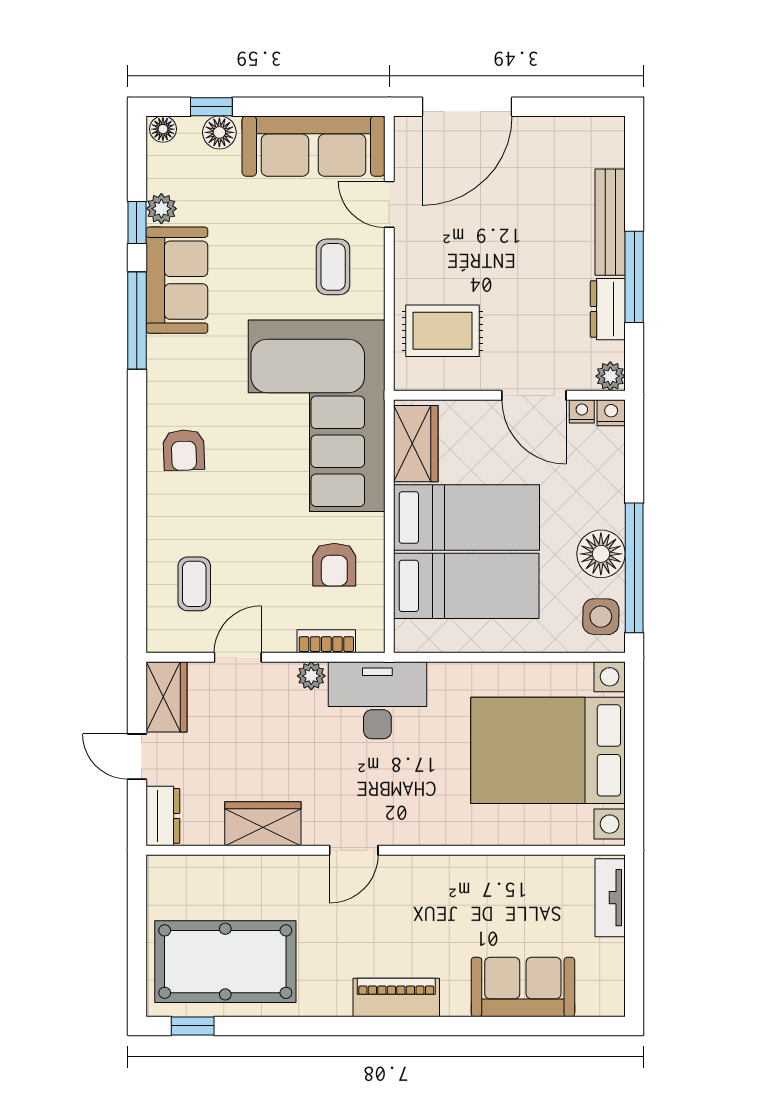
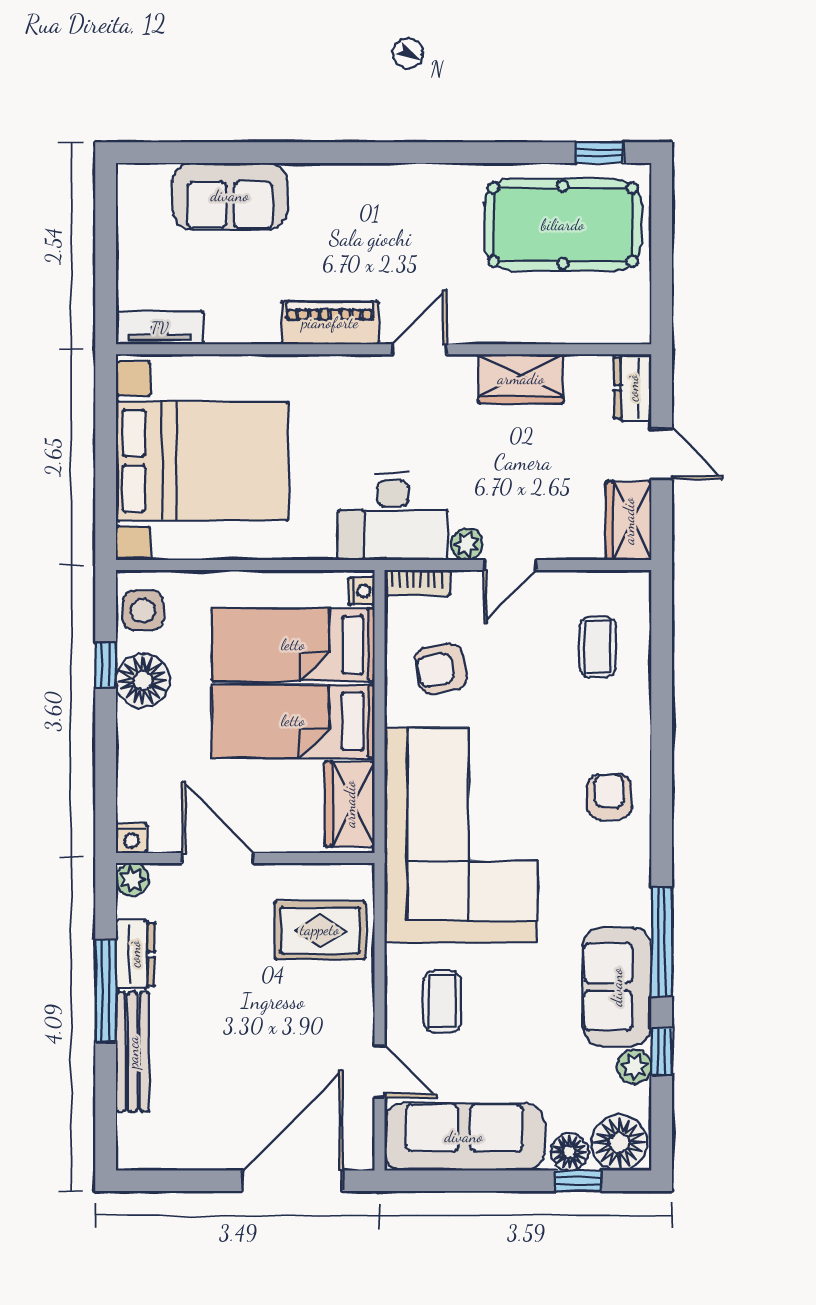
floor lamp: (163, 129) -> (619, 1143), width x1.89, depth x1.89
nightstand: (582, 411) -> (362, 591), moved, turned -90
armchair: (334, 565) -> (441, 669), turned -101
window: (634, 568) -> (106, 665), width x0.32
bookcase: (326, 641) -> (417, 583), moved
door: (238, 657) -> (510, 565), moved
tv unit: (610, 898) -> (160, 328), moved, turned -90
piano: (396, 998) -> (330, 323), moved, turned 180

